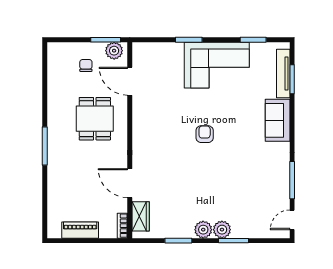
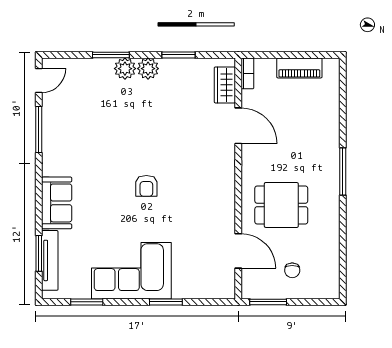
plant: (114, 51) -> (258, 289), removed
dining table: (95, 119) -> (281, 205), turned 90

